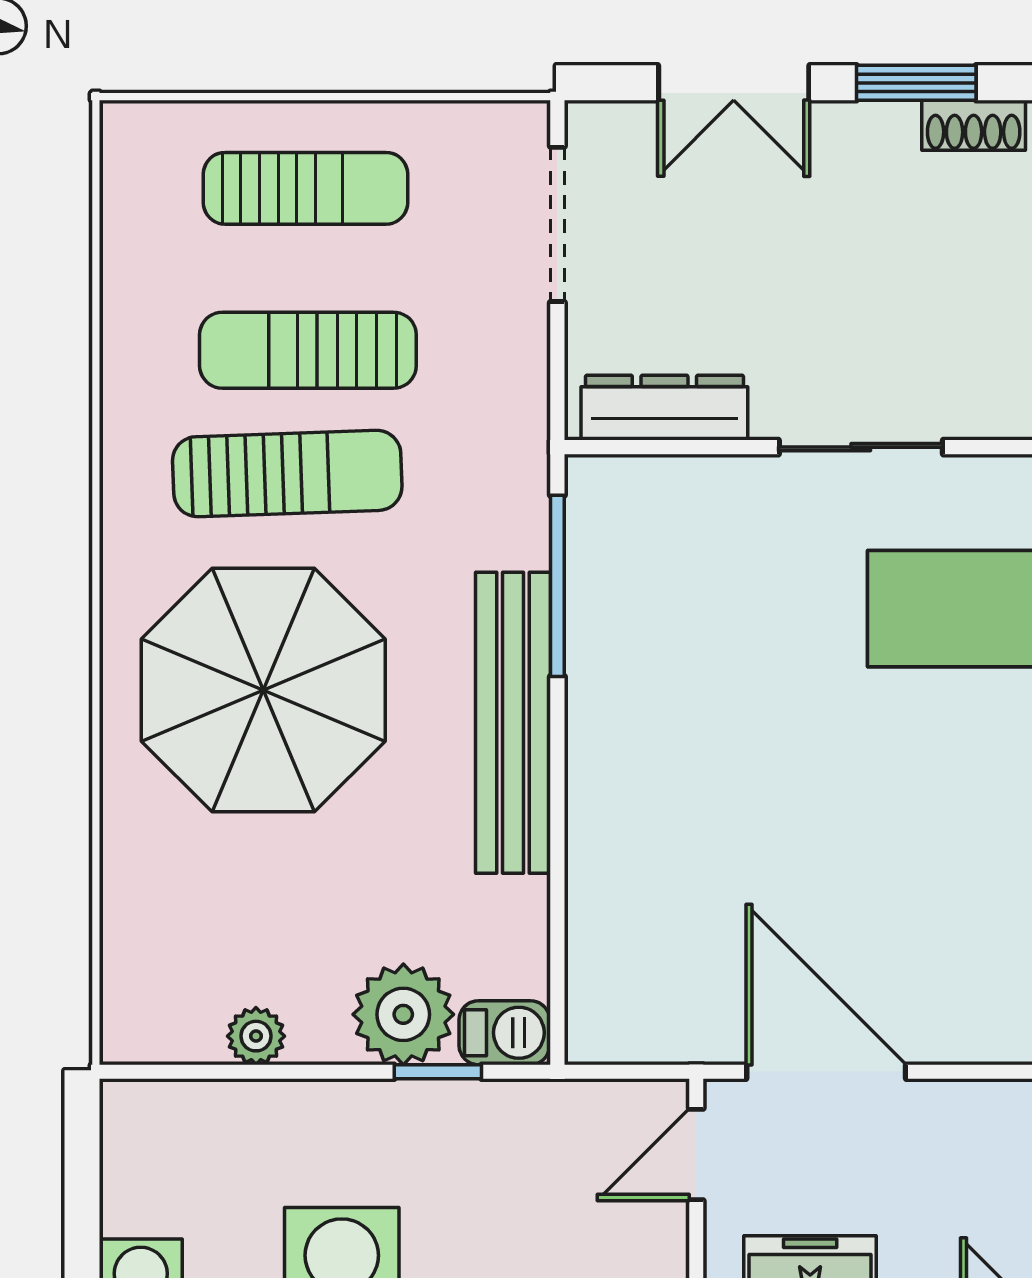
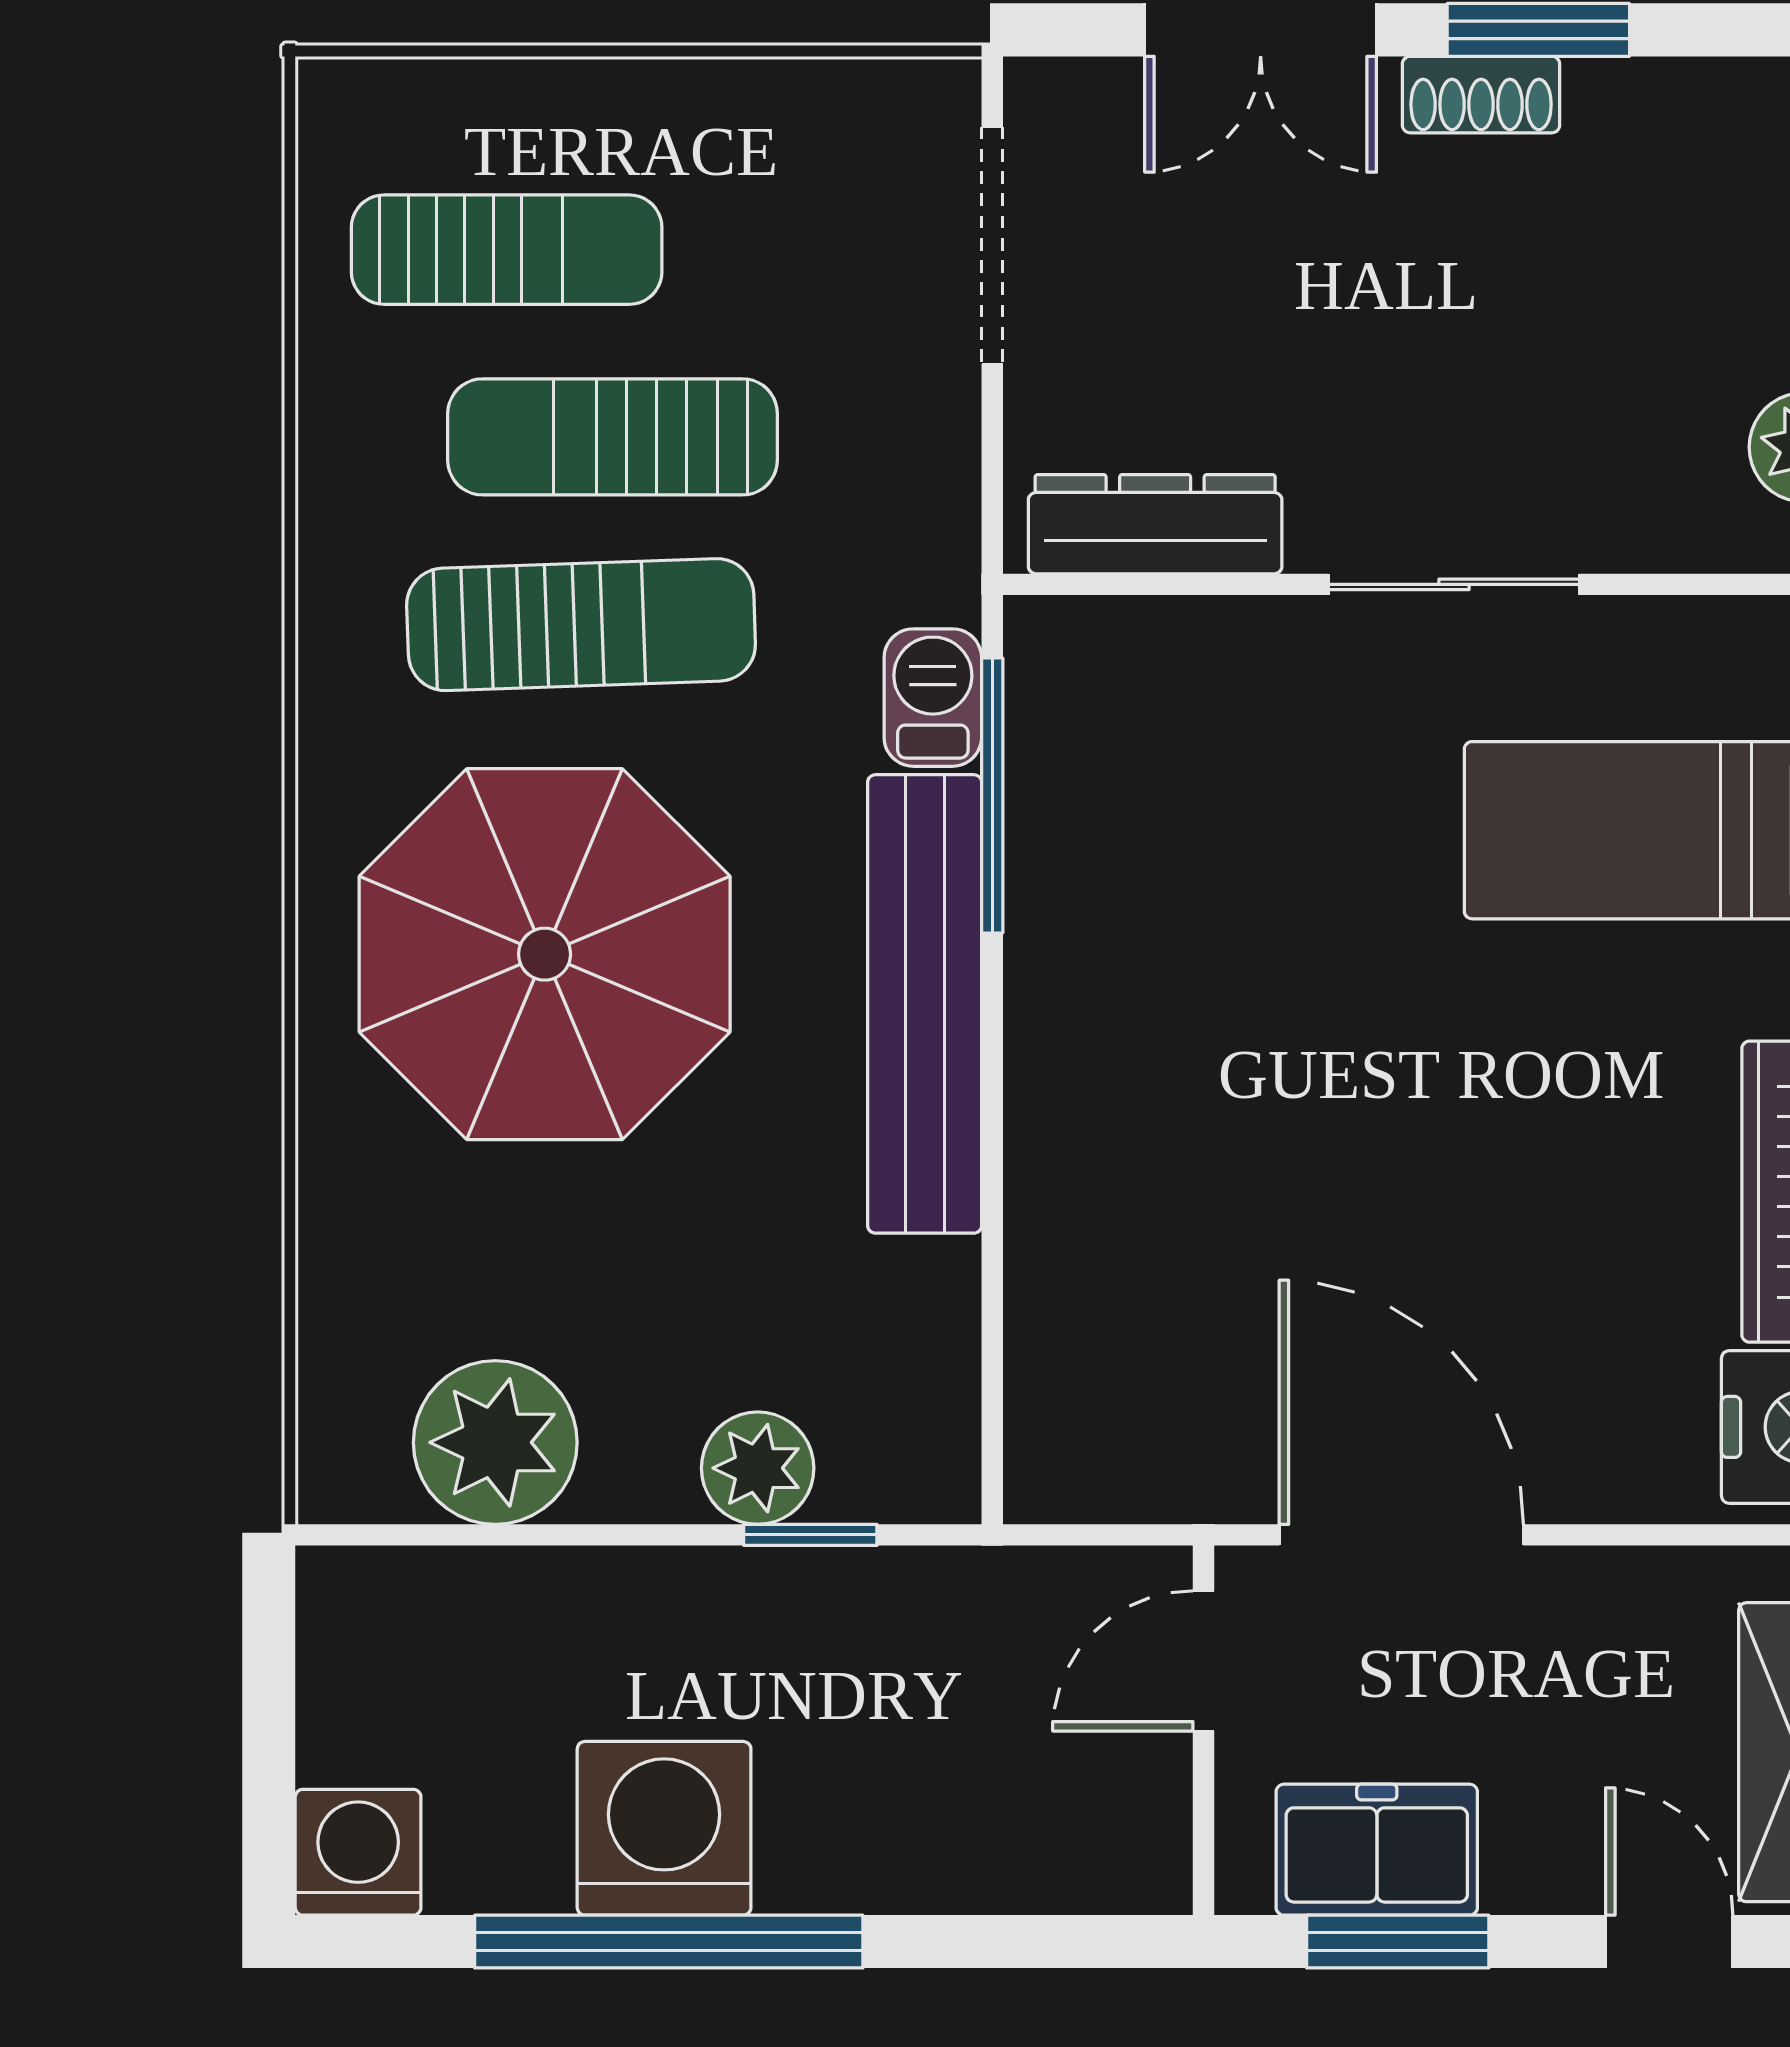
shoe rack: (974, 125) -> (1481, 95), moved
sun lounger: (306, 188) -> (507, 250), moved
plant: (403, 1014) -> (758, 1468), width x0.73, depth x0.73
barbecue: (504, 1033) -> (933, 698), moved, turned -90
plant: (256, 1036) -> (495, 1442), width x1.87, depth x1.87

